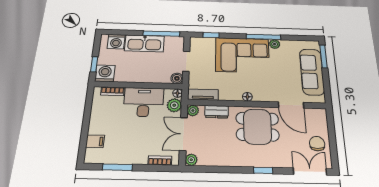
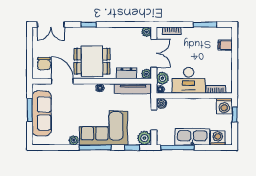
window: (263, 37) -> (95, 148), moved
plant: (197, 44) -> (144, 138), added
window: (323, 56) -> (30, 110), moved
tv unit: (203, 95) -> (133, 89), width x1.41
chair: (317, 144) -> (44, 64), moved

